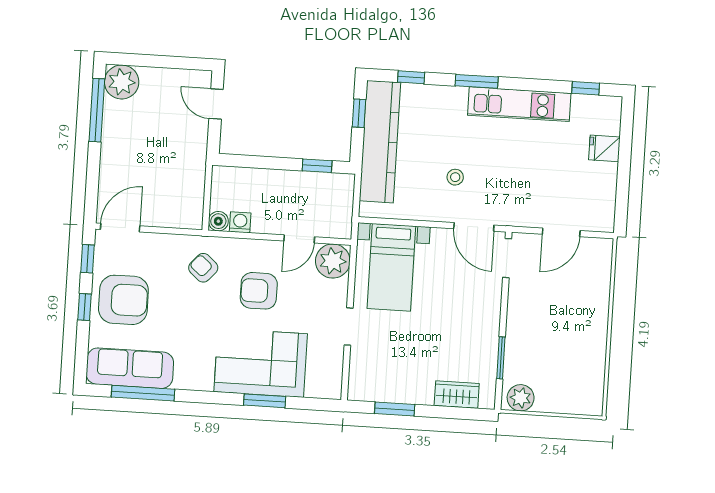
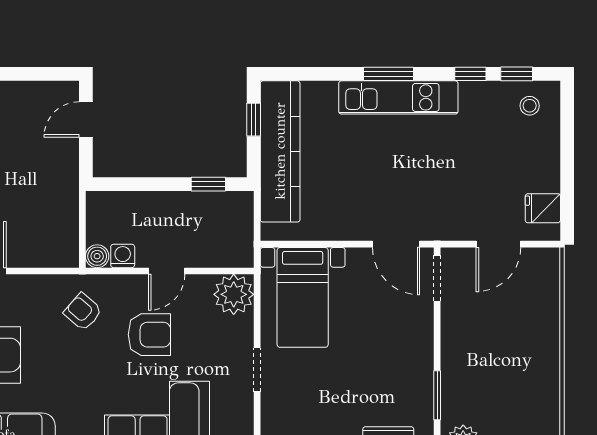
window: (411, 77) -> (470, 74), moved
door: (216, 104) -> (86, 120), hinge flipped
kitchen unit: (519, 104) -> (398, 97), moved
fridge: (604, 148) -> (543, 208), moved
stool: (455, 177) -> (530, 106), moved
door: (299, 239) -> (167, 271), moved
armchair: (259, 291) -> (149, 335), turned 180

